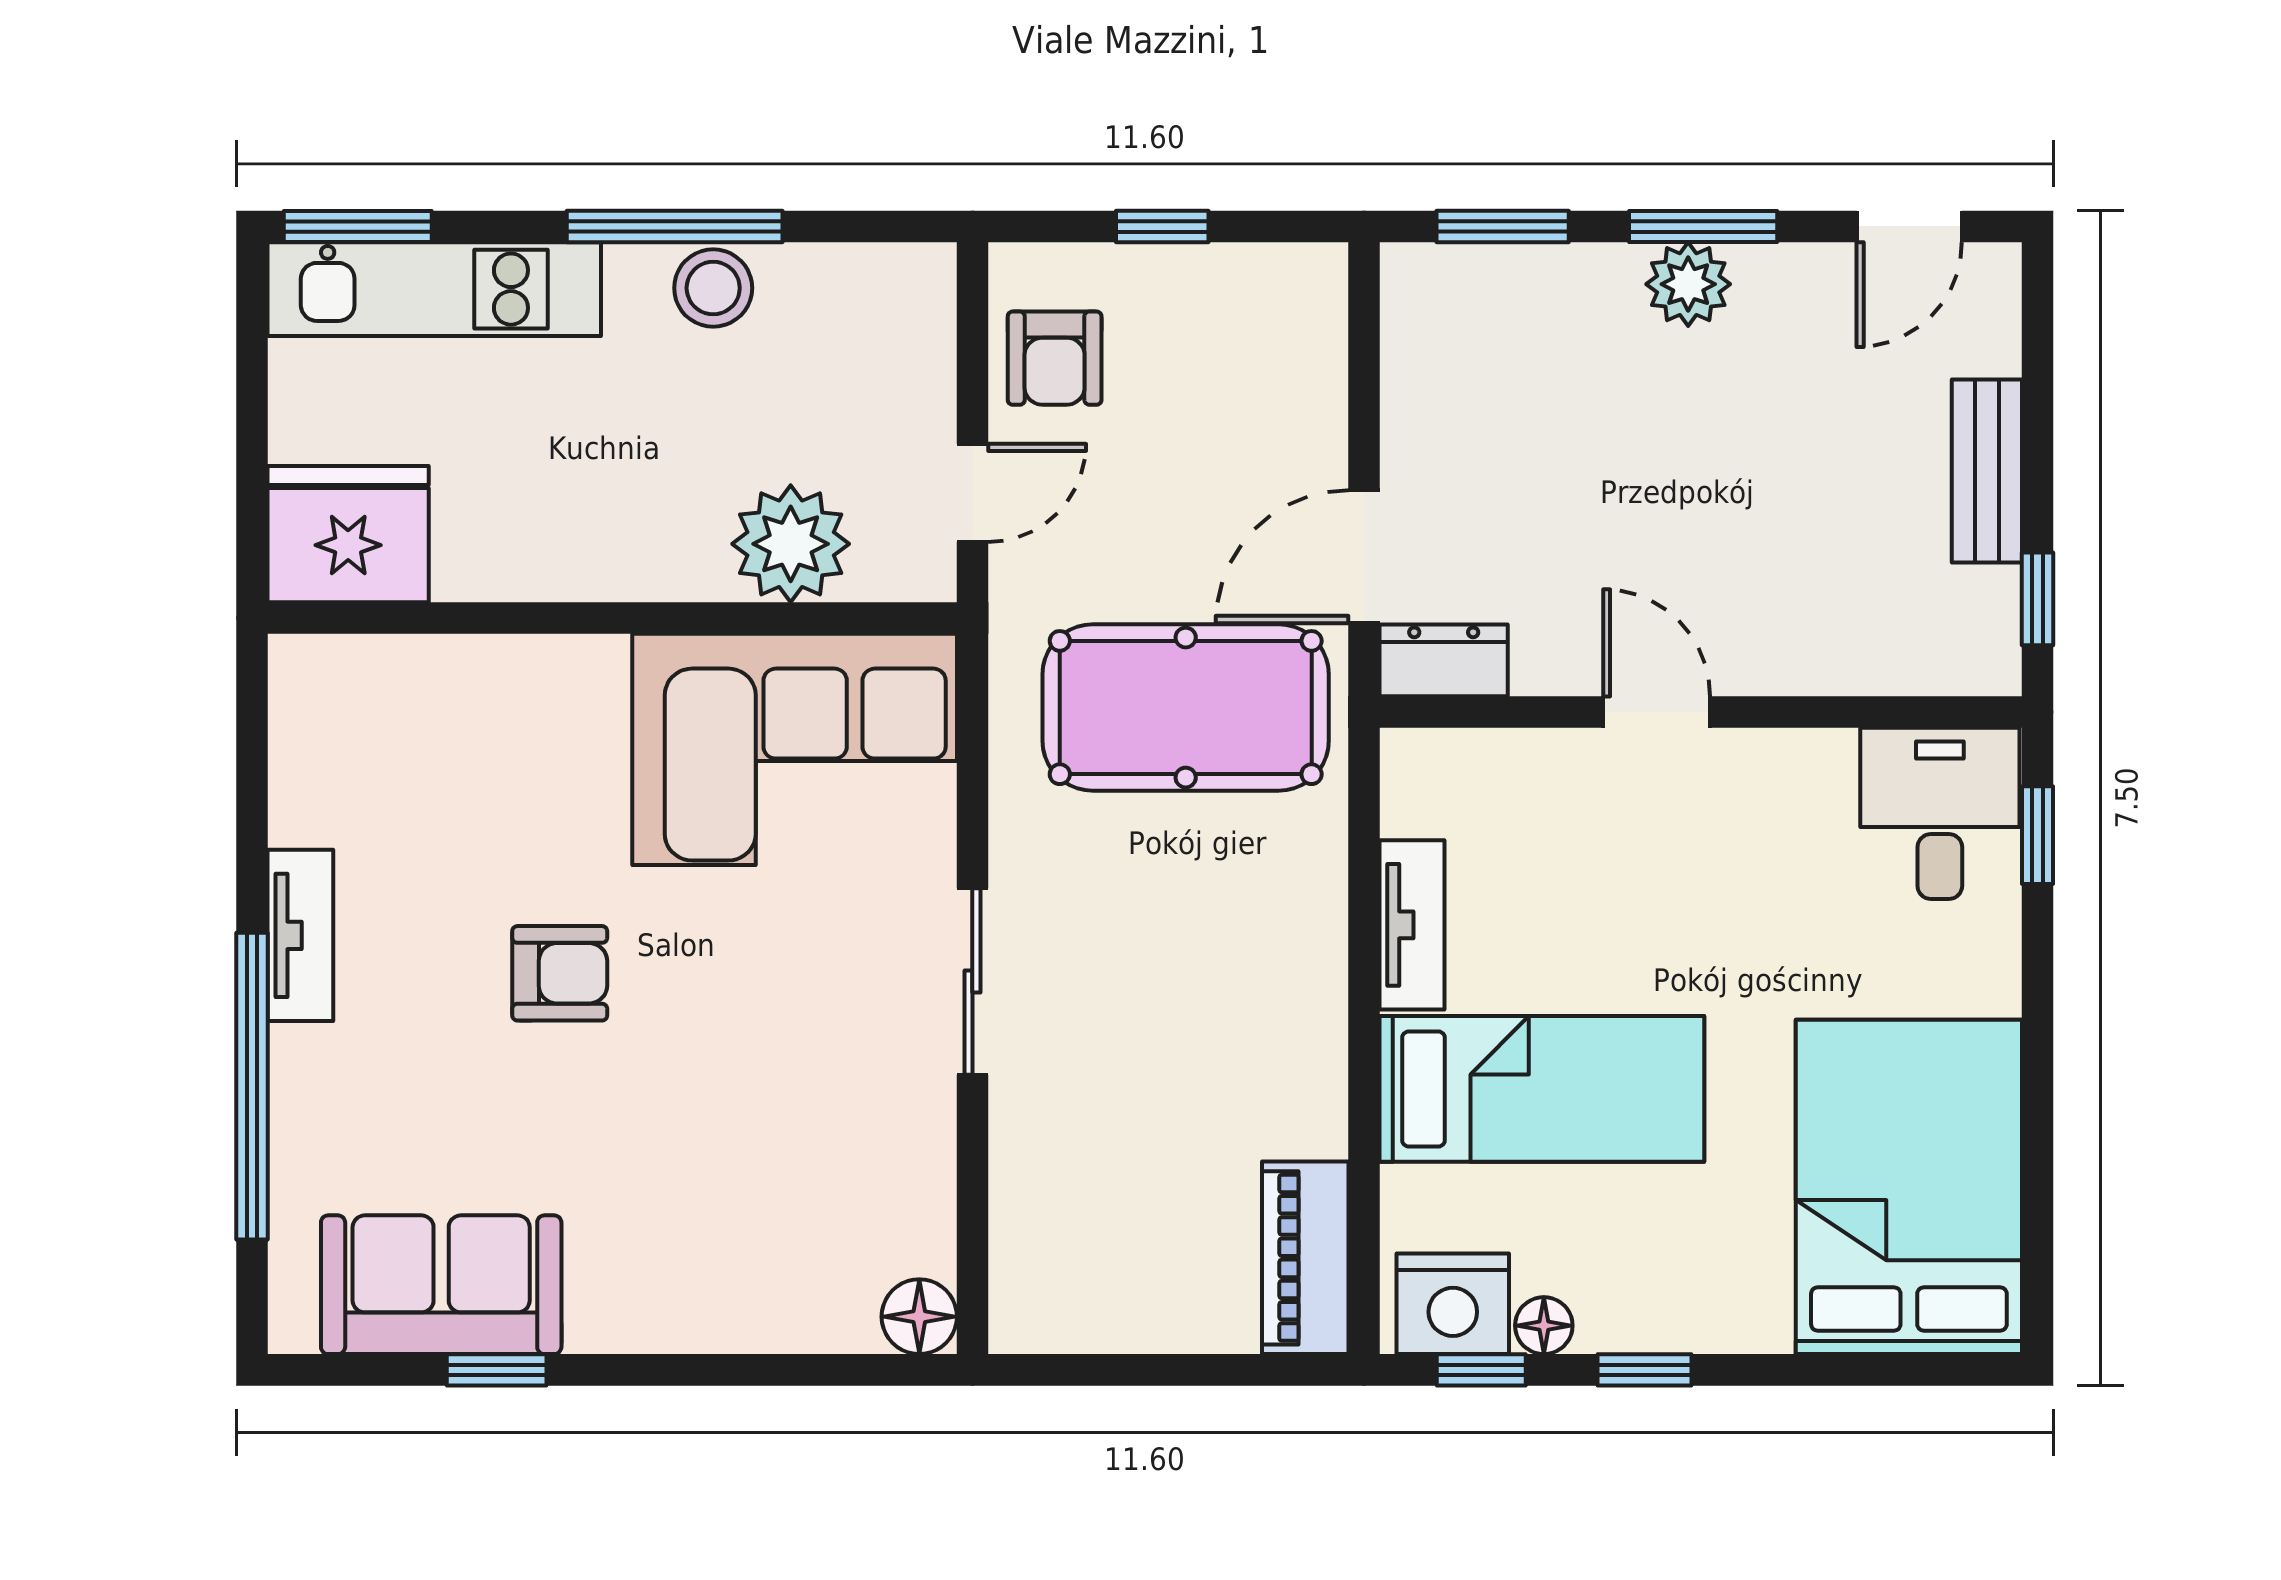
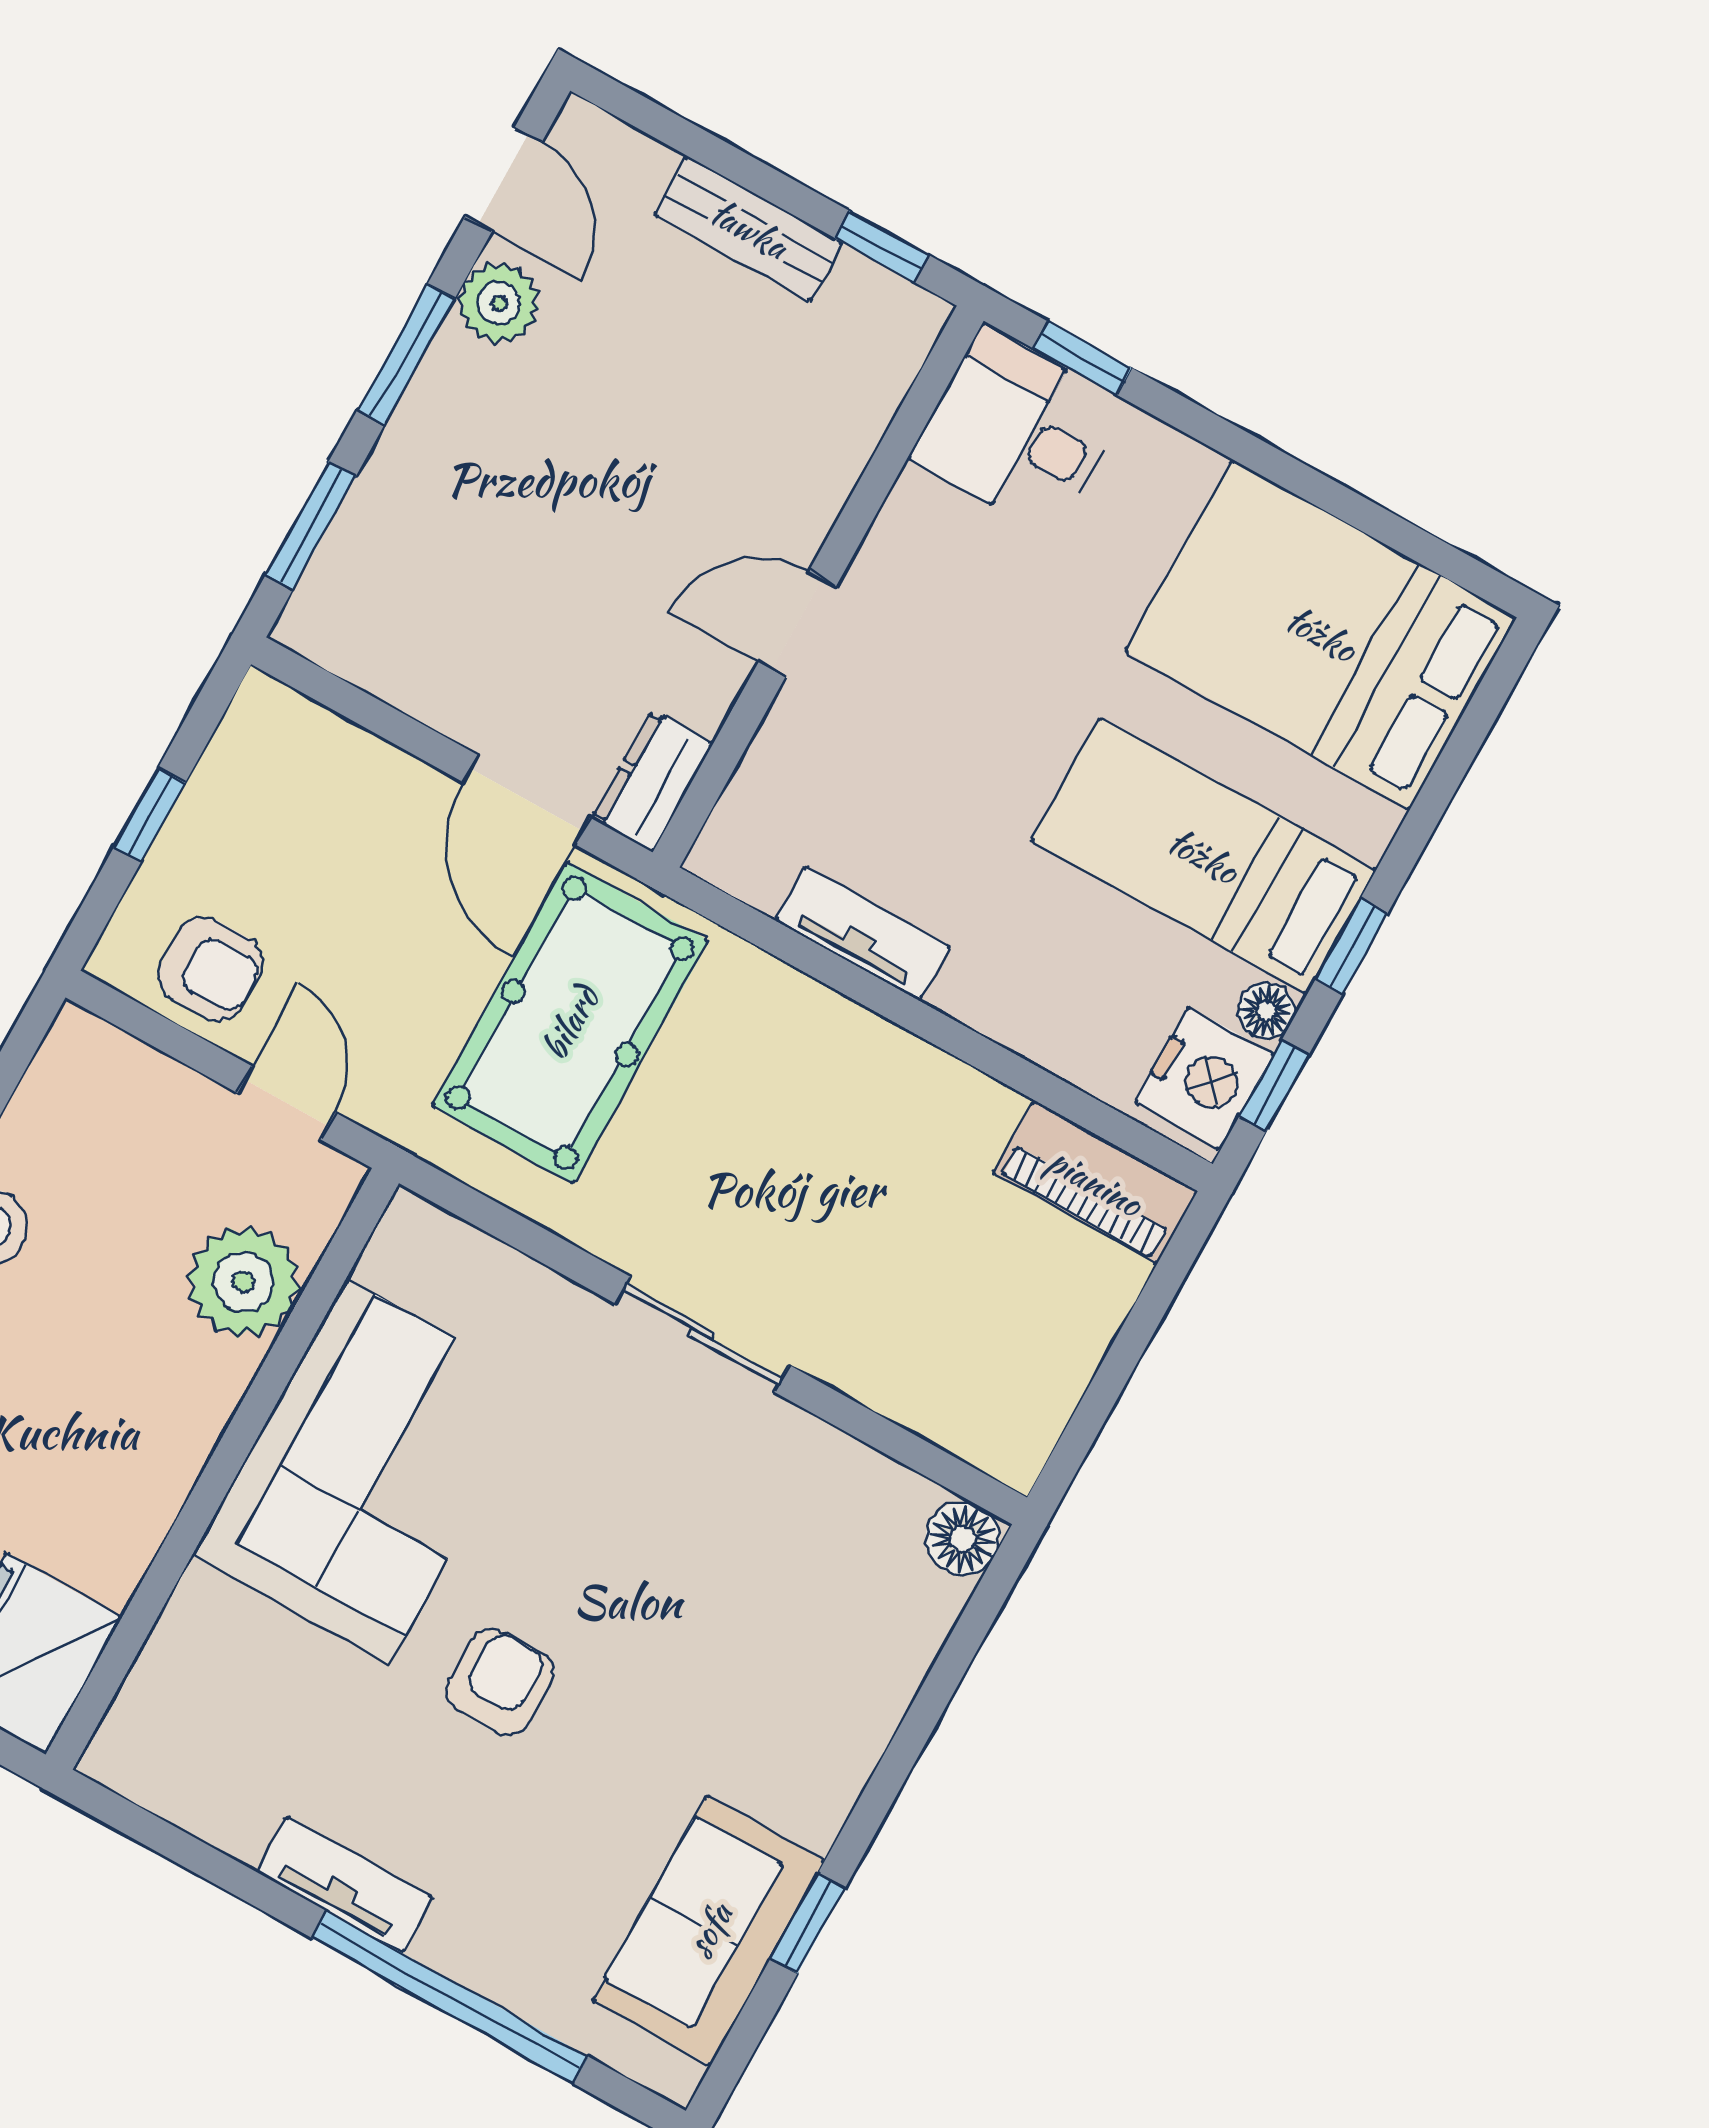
plant: (1688, 284) -> (499, 303), moved
corner sofa: (795, 749) -> (367, 1471), moved
bed: (1542, 1089) -> (1203, 856), moved, turned -90

